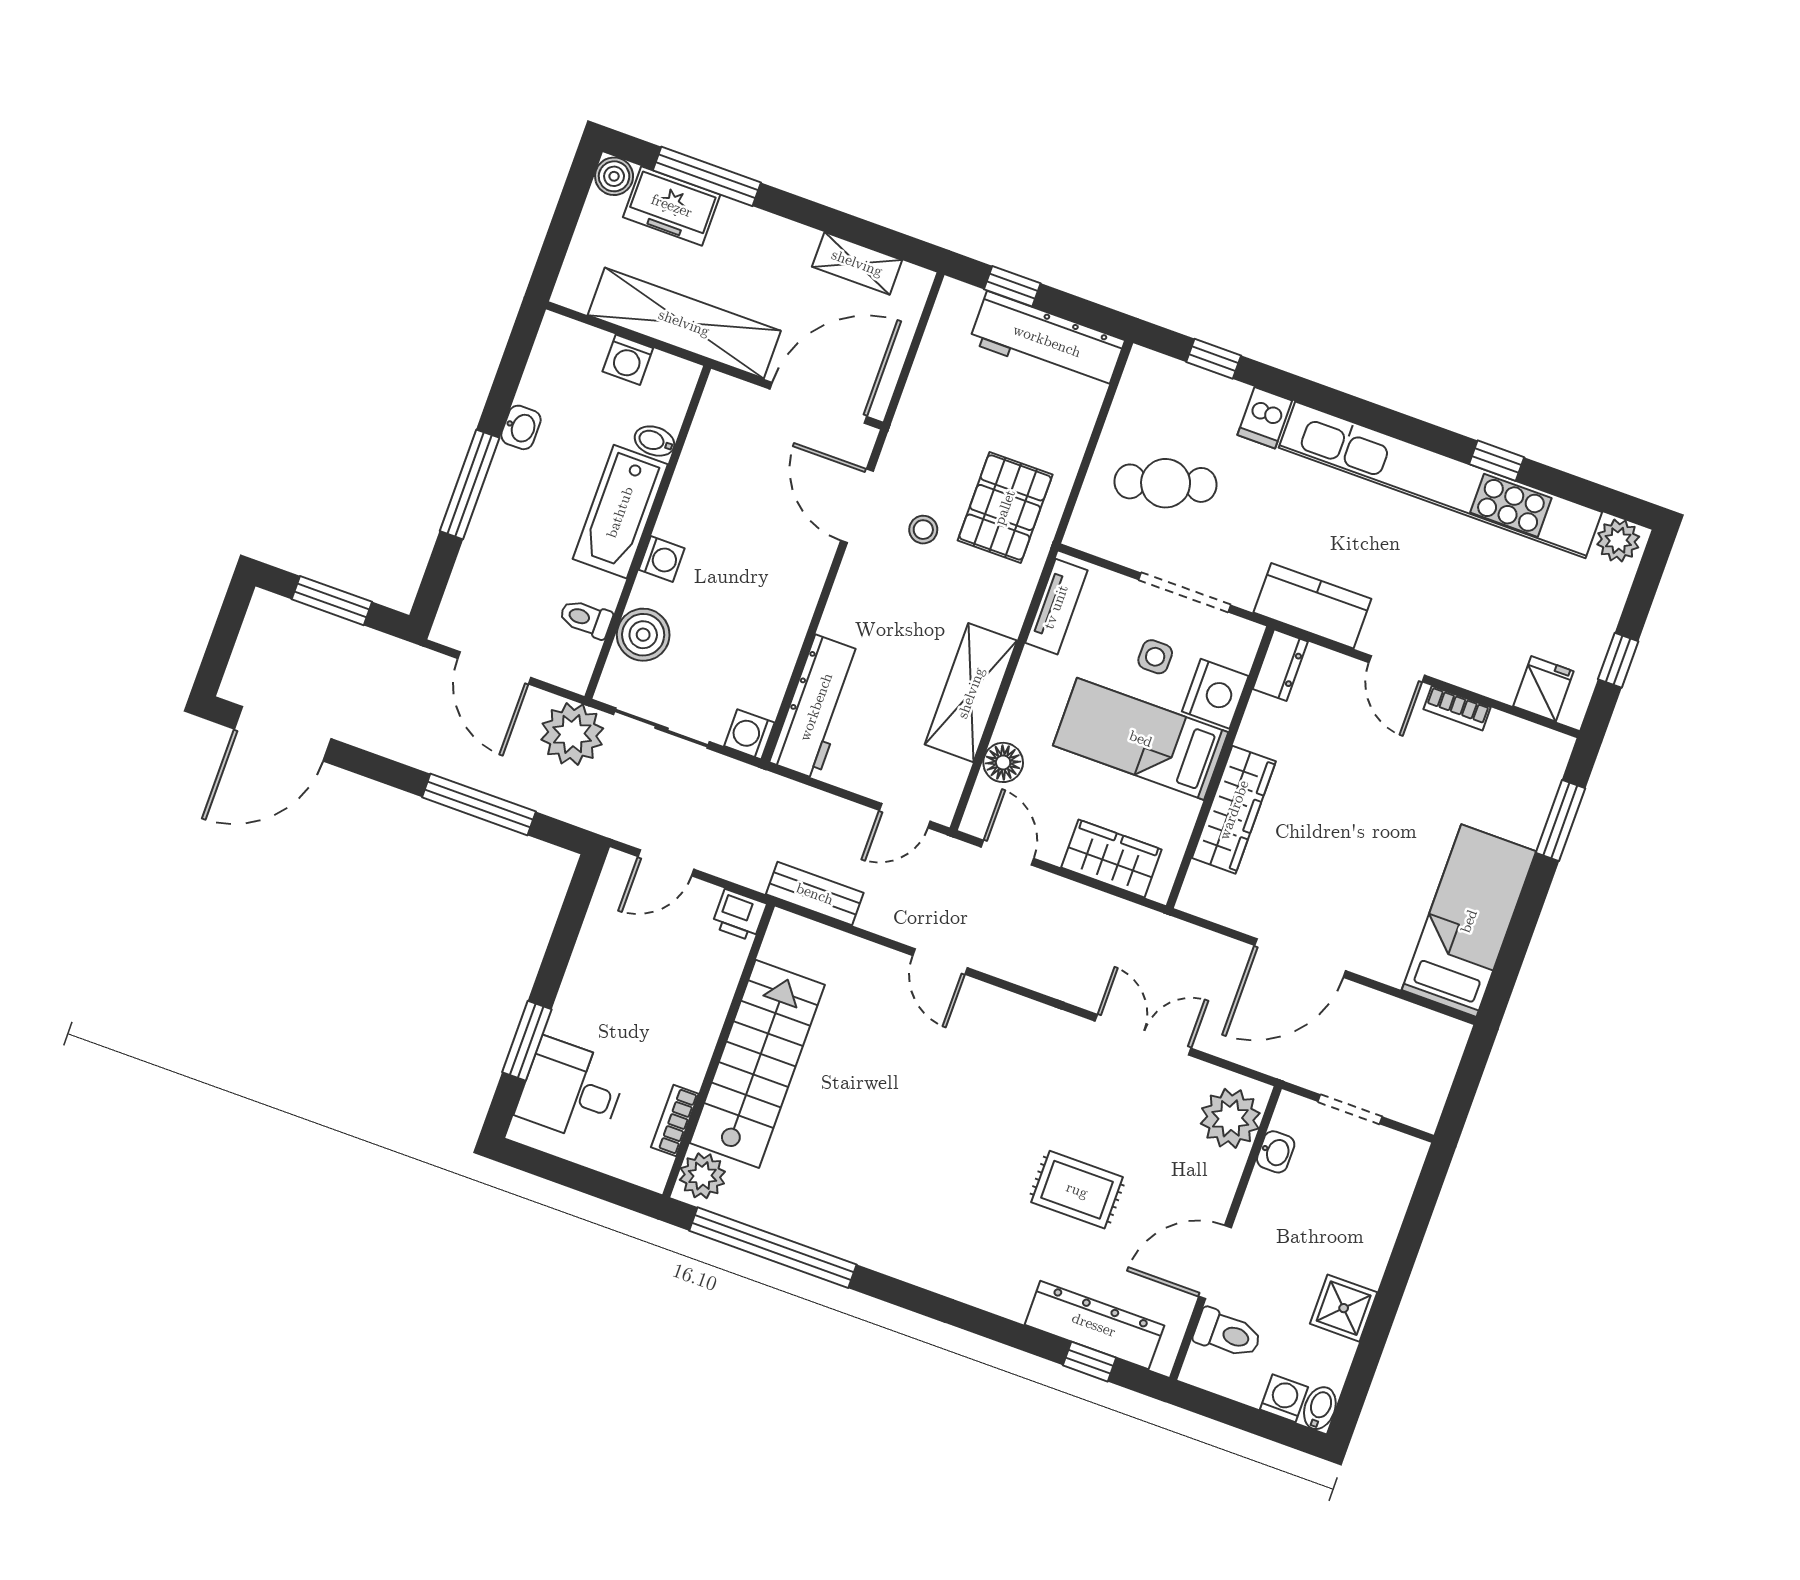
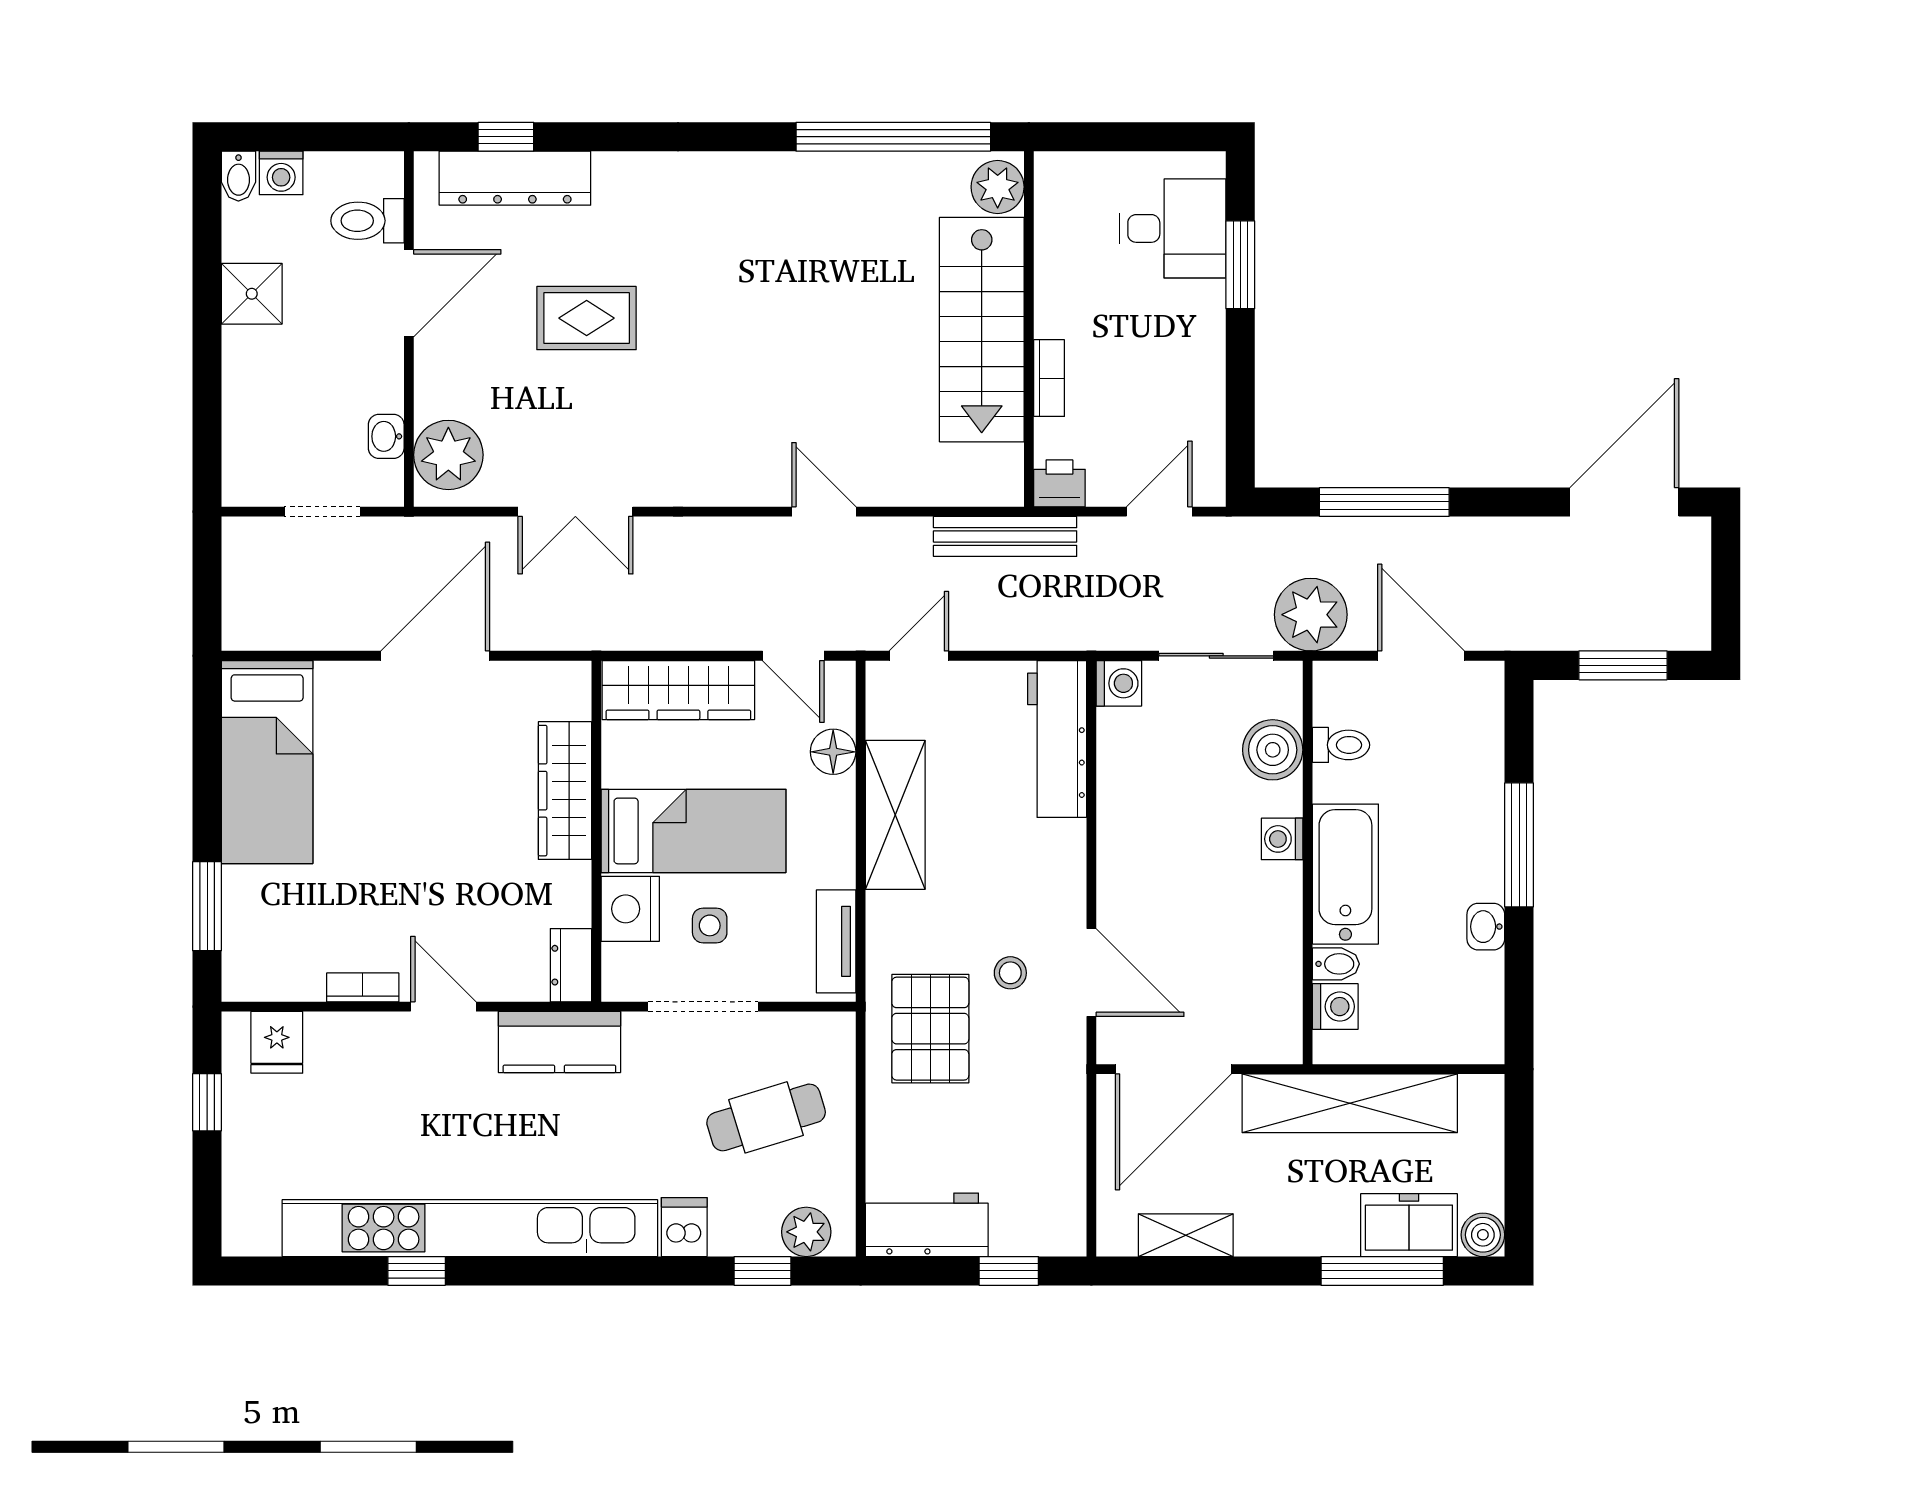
workbench: (1047, 341) -> (927, 1225), width x0.73
washing machine: (628, 360) -> (1335, 1007), moved, turned 90
plant: (1618, 540) -> (806, 1232), moved
wardrobe: (1111, 858) -> (678, 690), width x1.50
bench: (815, 894) -> (1005, 536), width x1.36
bookcase: (675, 1120) -> (1049, 378), moved

